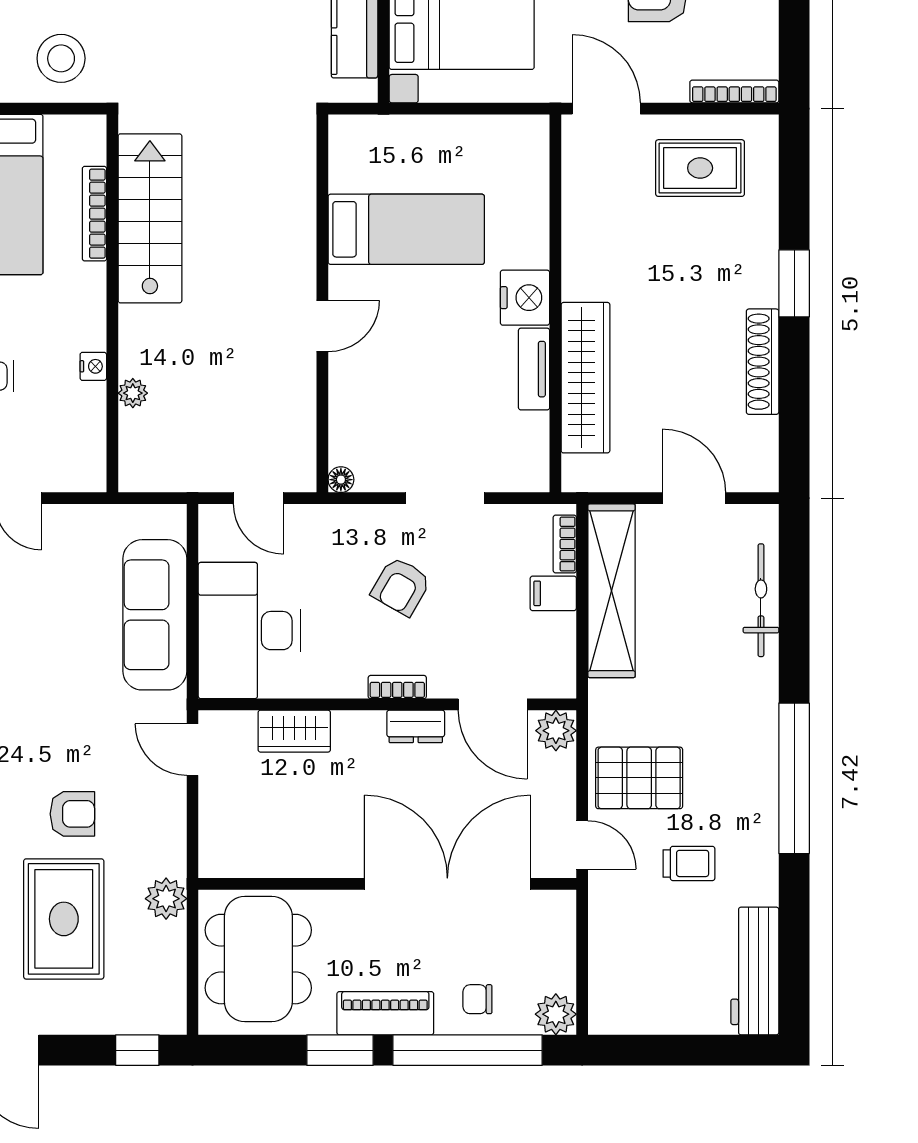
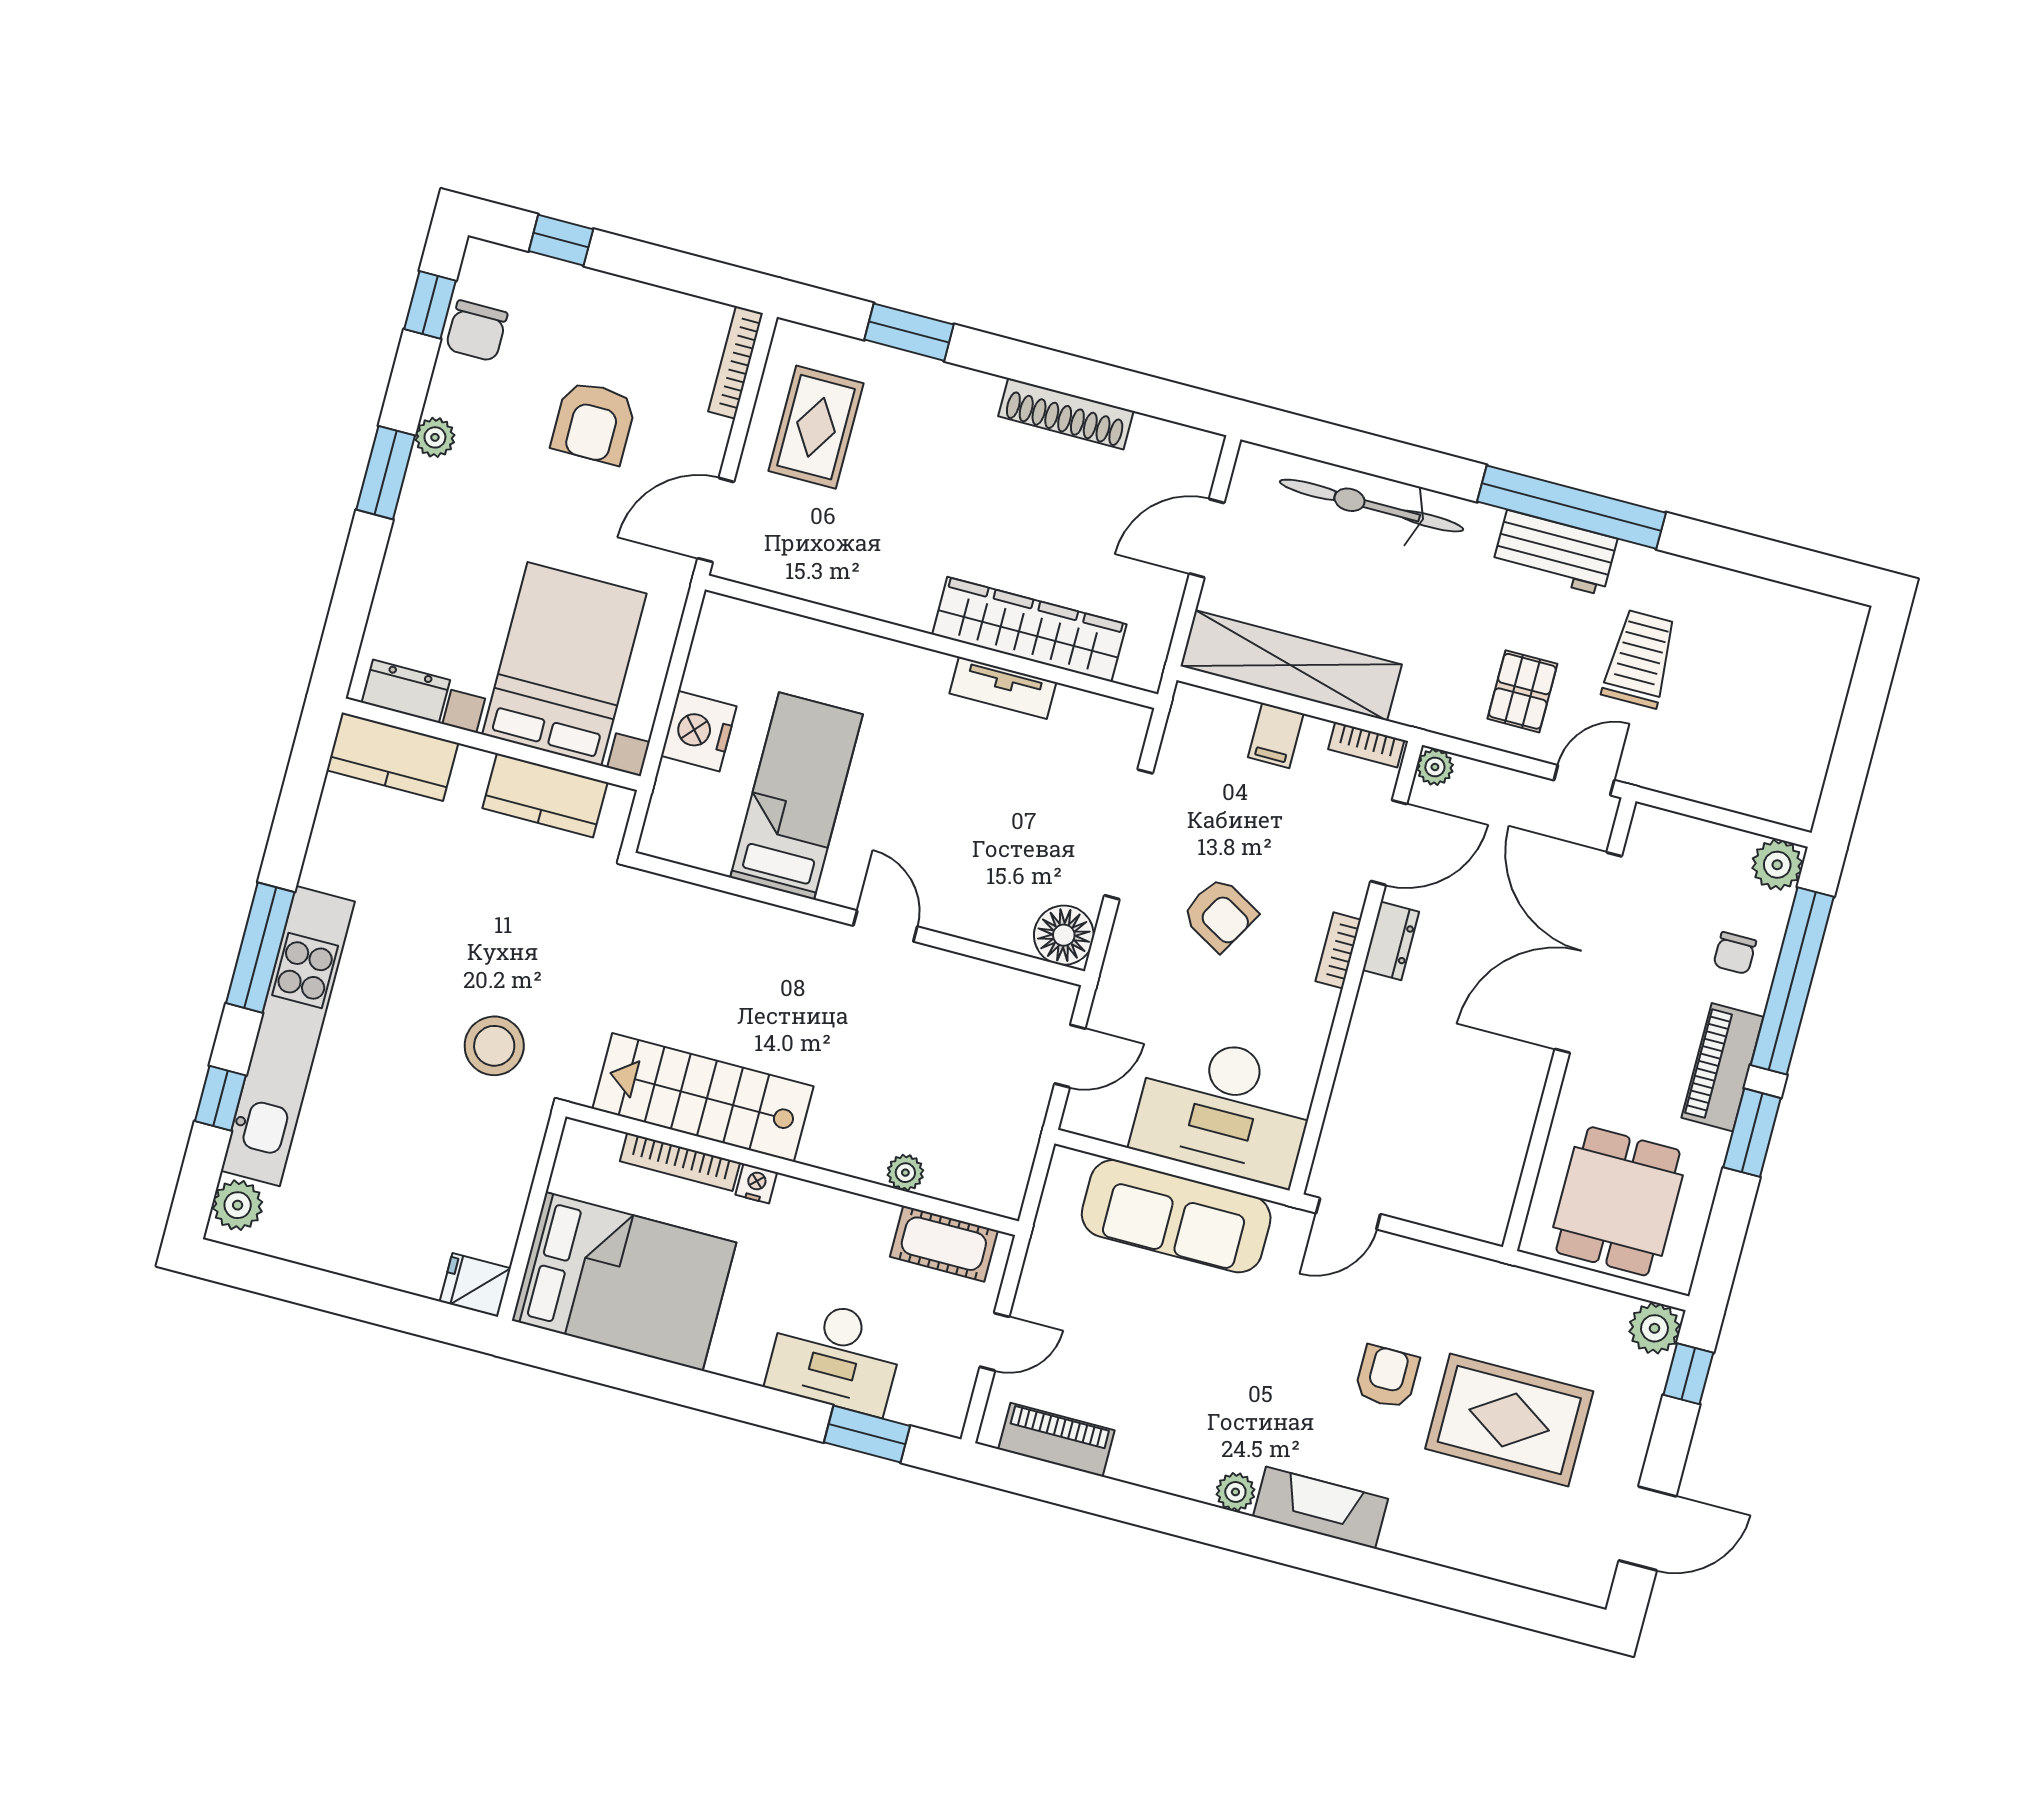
stool: (61, 58) -> (494, 1046), moved
window: (794, 283) -> (909, 332), moved
nightstand: (525, 298) -> (699, 731), moved, turned -90
nightstand: (93, 366) -> (756, 1184), moved
cot: (85, 438) -> (944, 1244), added
floor lamp: (341, 480) -> (1064, 935), width x1.89, depth x1.89
doorway: (445, 498) -> (1129, 834), width x1.36
bookcase: (565, 544) -> (1366, 745), moved
bicycle: (761, 600) -> (1372, 506), width x1.37, depth x1.40
wardrobe: (294, 731) -> (1358, 1087), removed
plant: (556, 731) -> (1435, 767), width x0.73, depth x0.73
pallet: (639, 778) -> (1522, 691), width x0.67, depth x0.71
trolley: (689, 863) -> (1640, 659), width x1.36, depth x1.39
plant: (166, 899) -> (1654, 1328), moved
dining table: (258, 959) -> (1618, 1201), width x0.73
workbench: (755, 971) -> (1555, 553), moved, width x0.73

